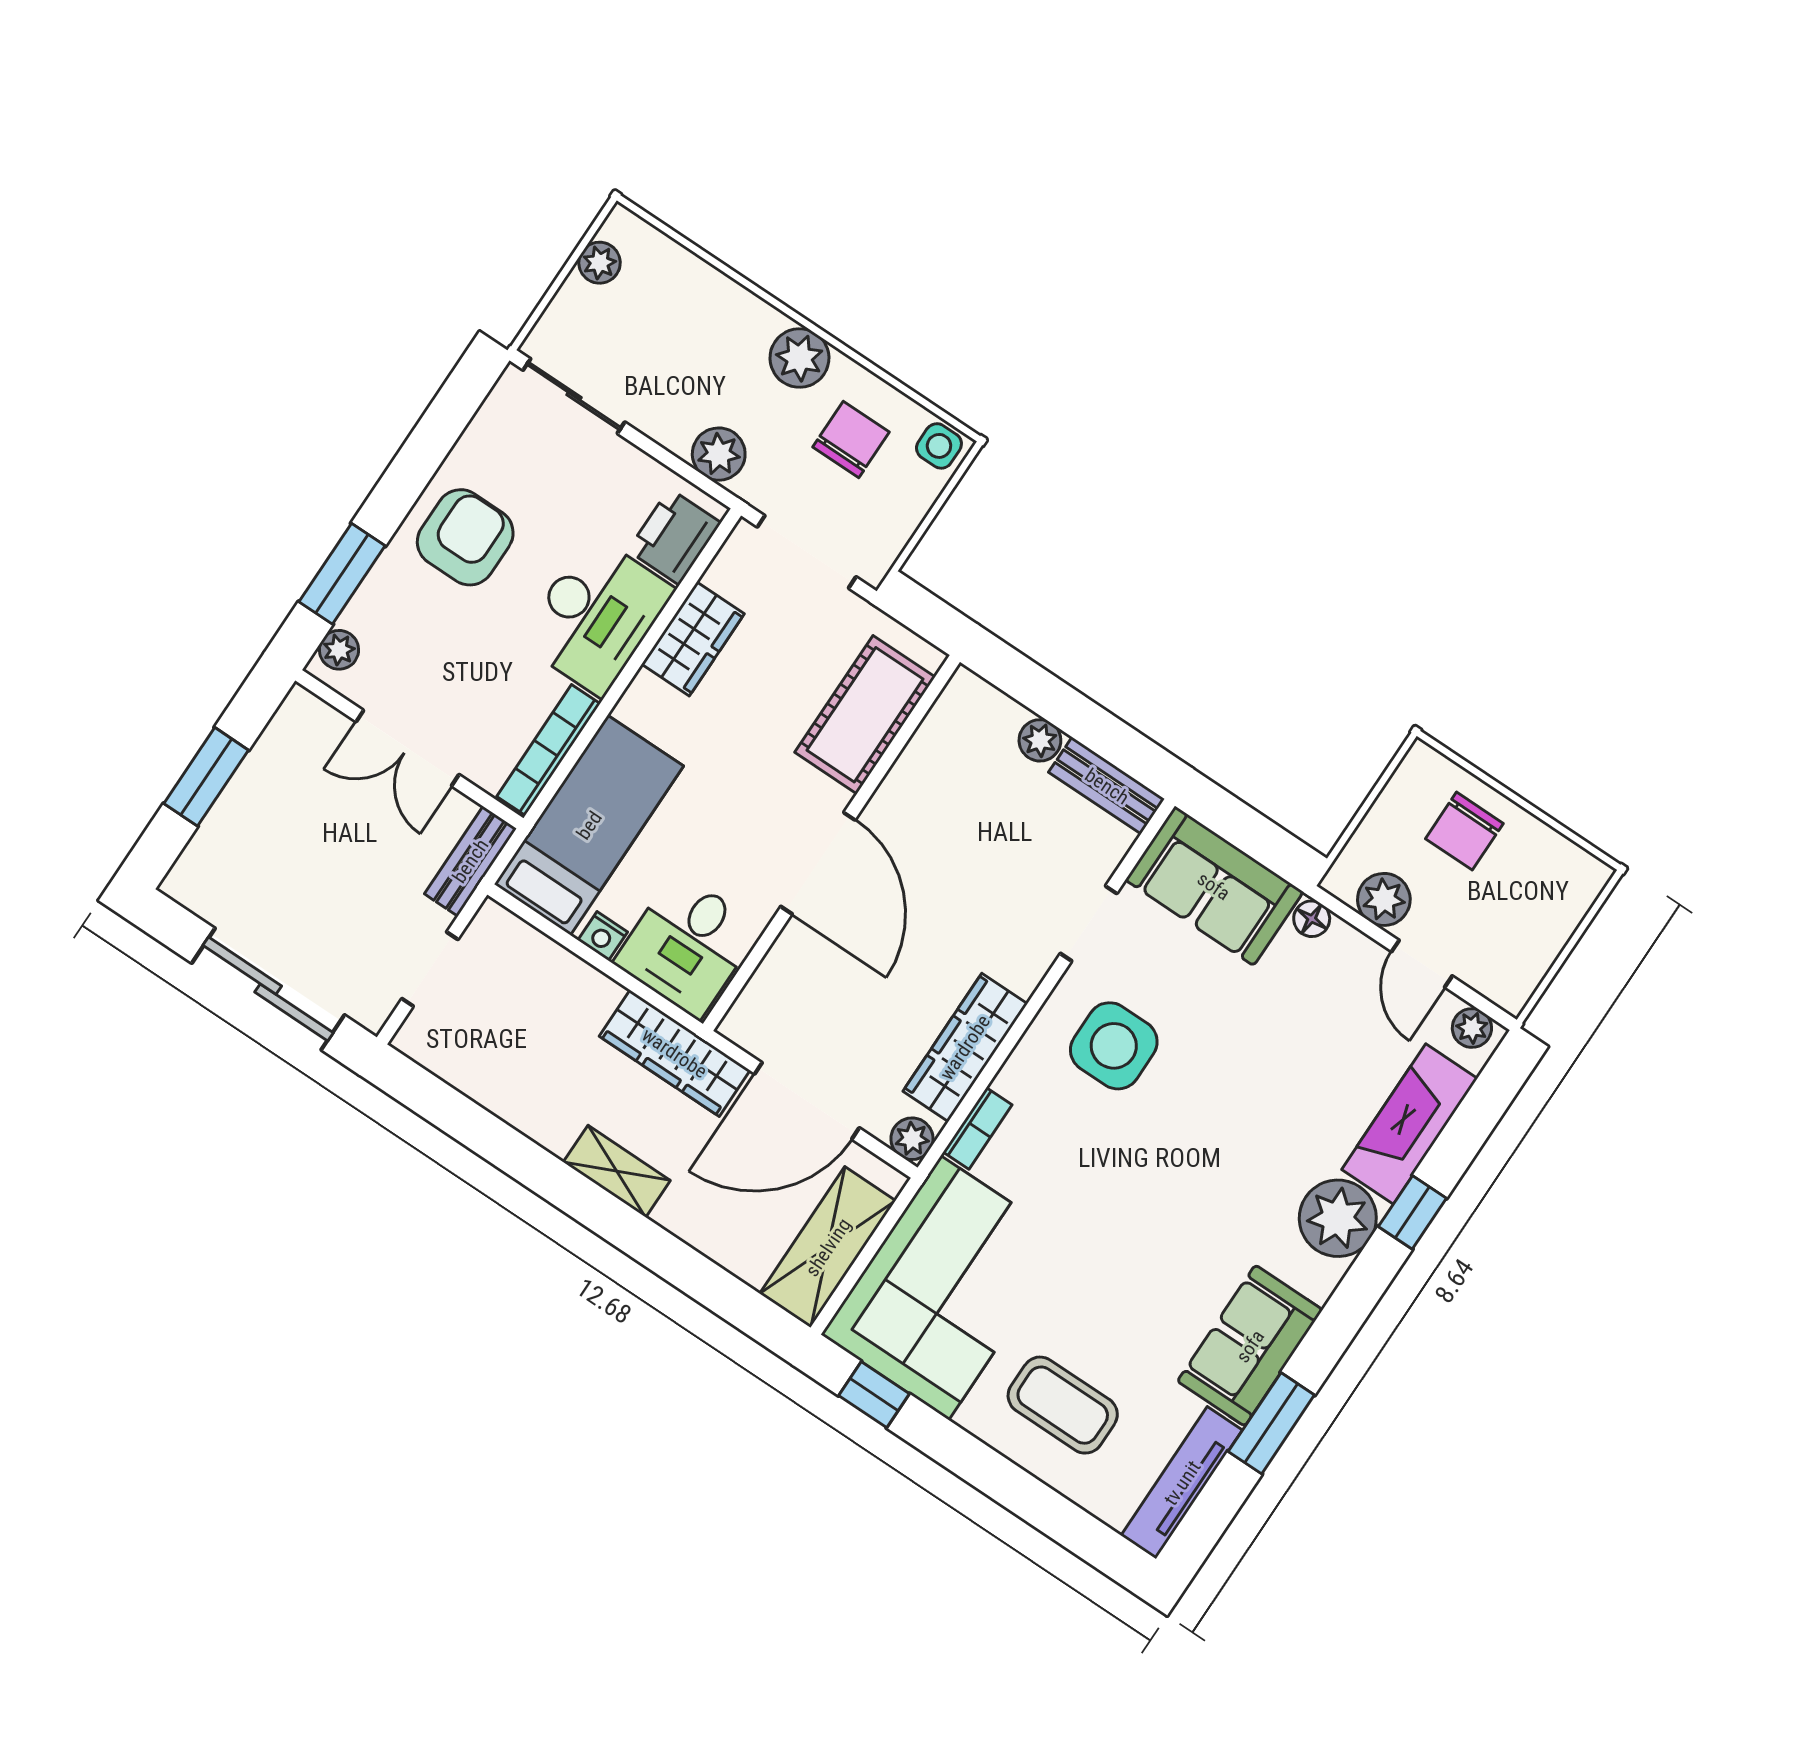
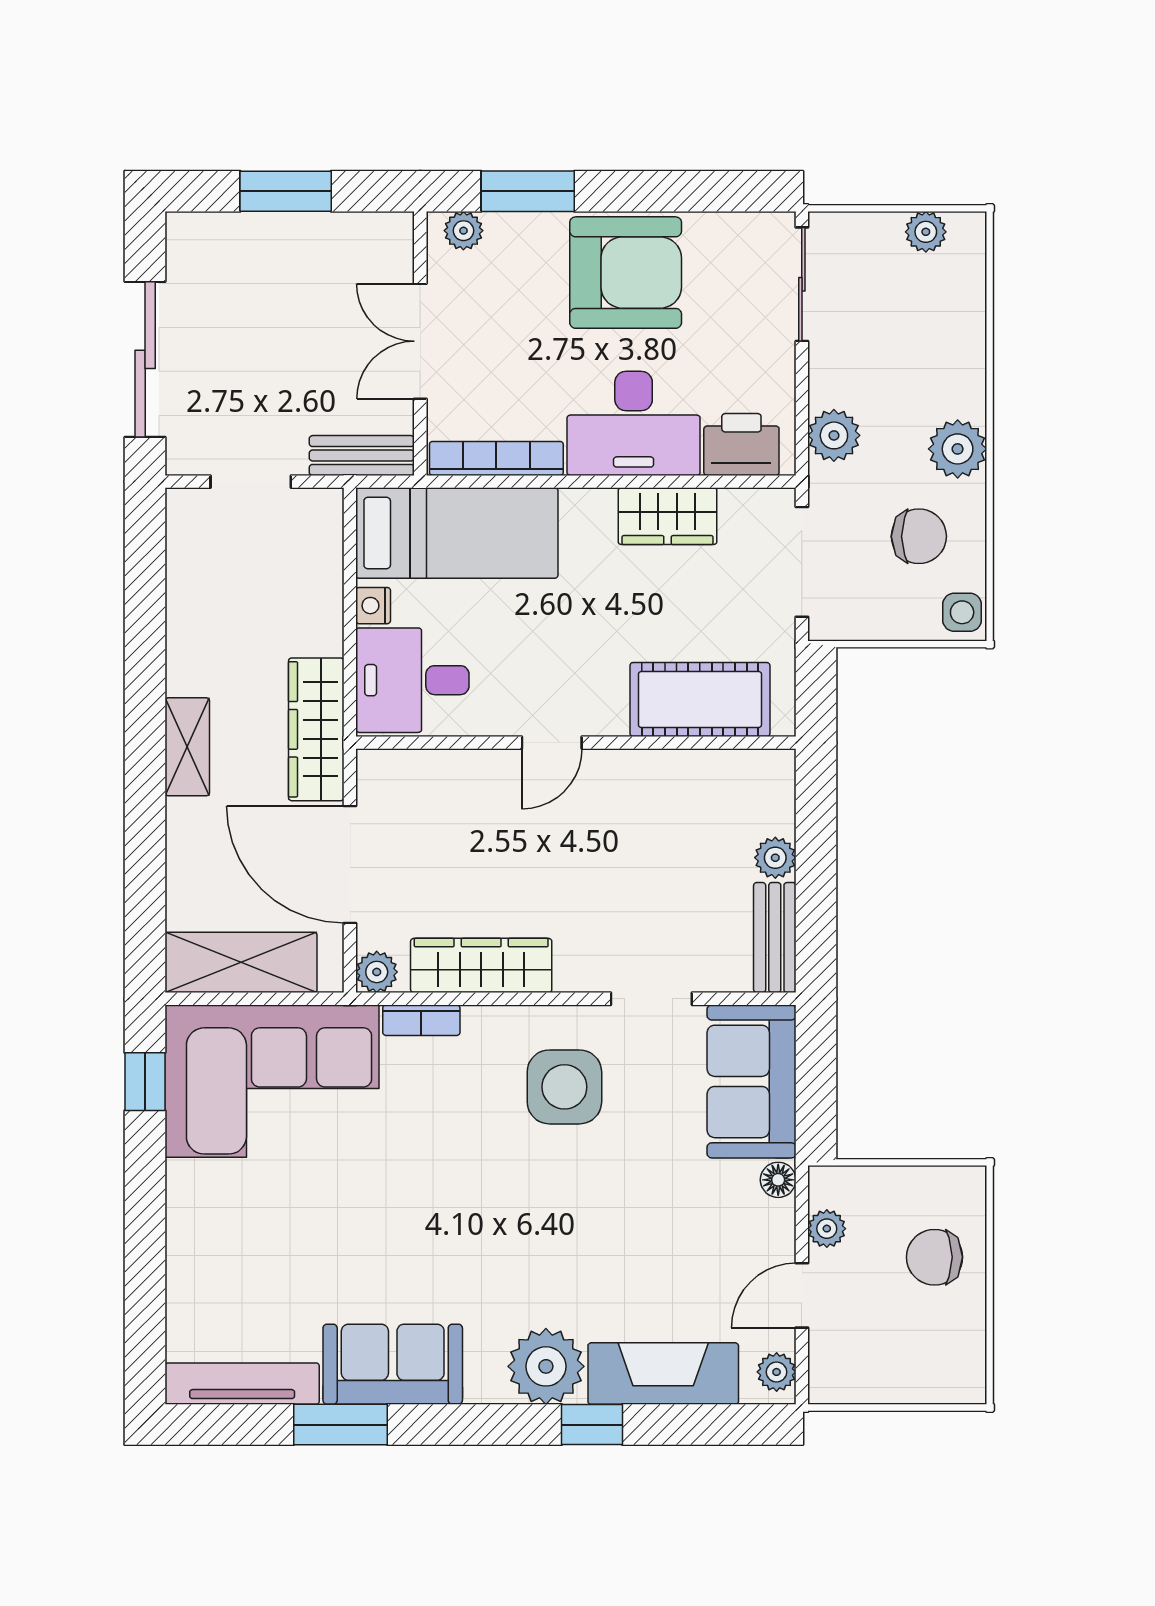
armchair: (465, 537) -> (626, 273), width x1.36, depth x1.36
door: (818, 863) -> (552, 743), width x0.53
plant: (1384, 899) -> (827, 1229), width x0.73, depth x0.73
coffee table: (1063, 1405) -> (240, 1243), removed

